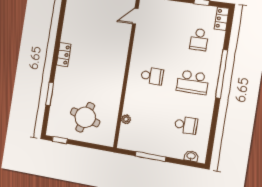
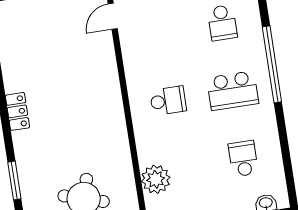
plant: (126, 119) -> (156, 179), width x1.88, depth x1.88
school desk: (186, 125) -> (243, 159), turned -90

